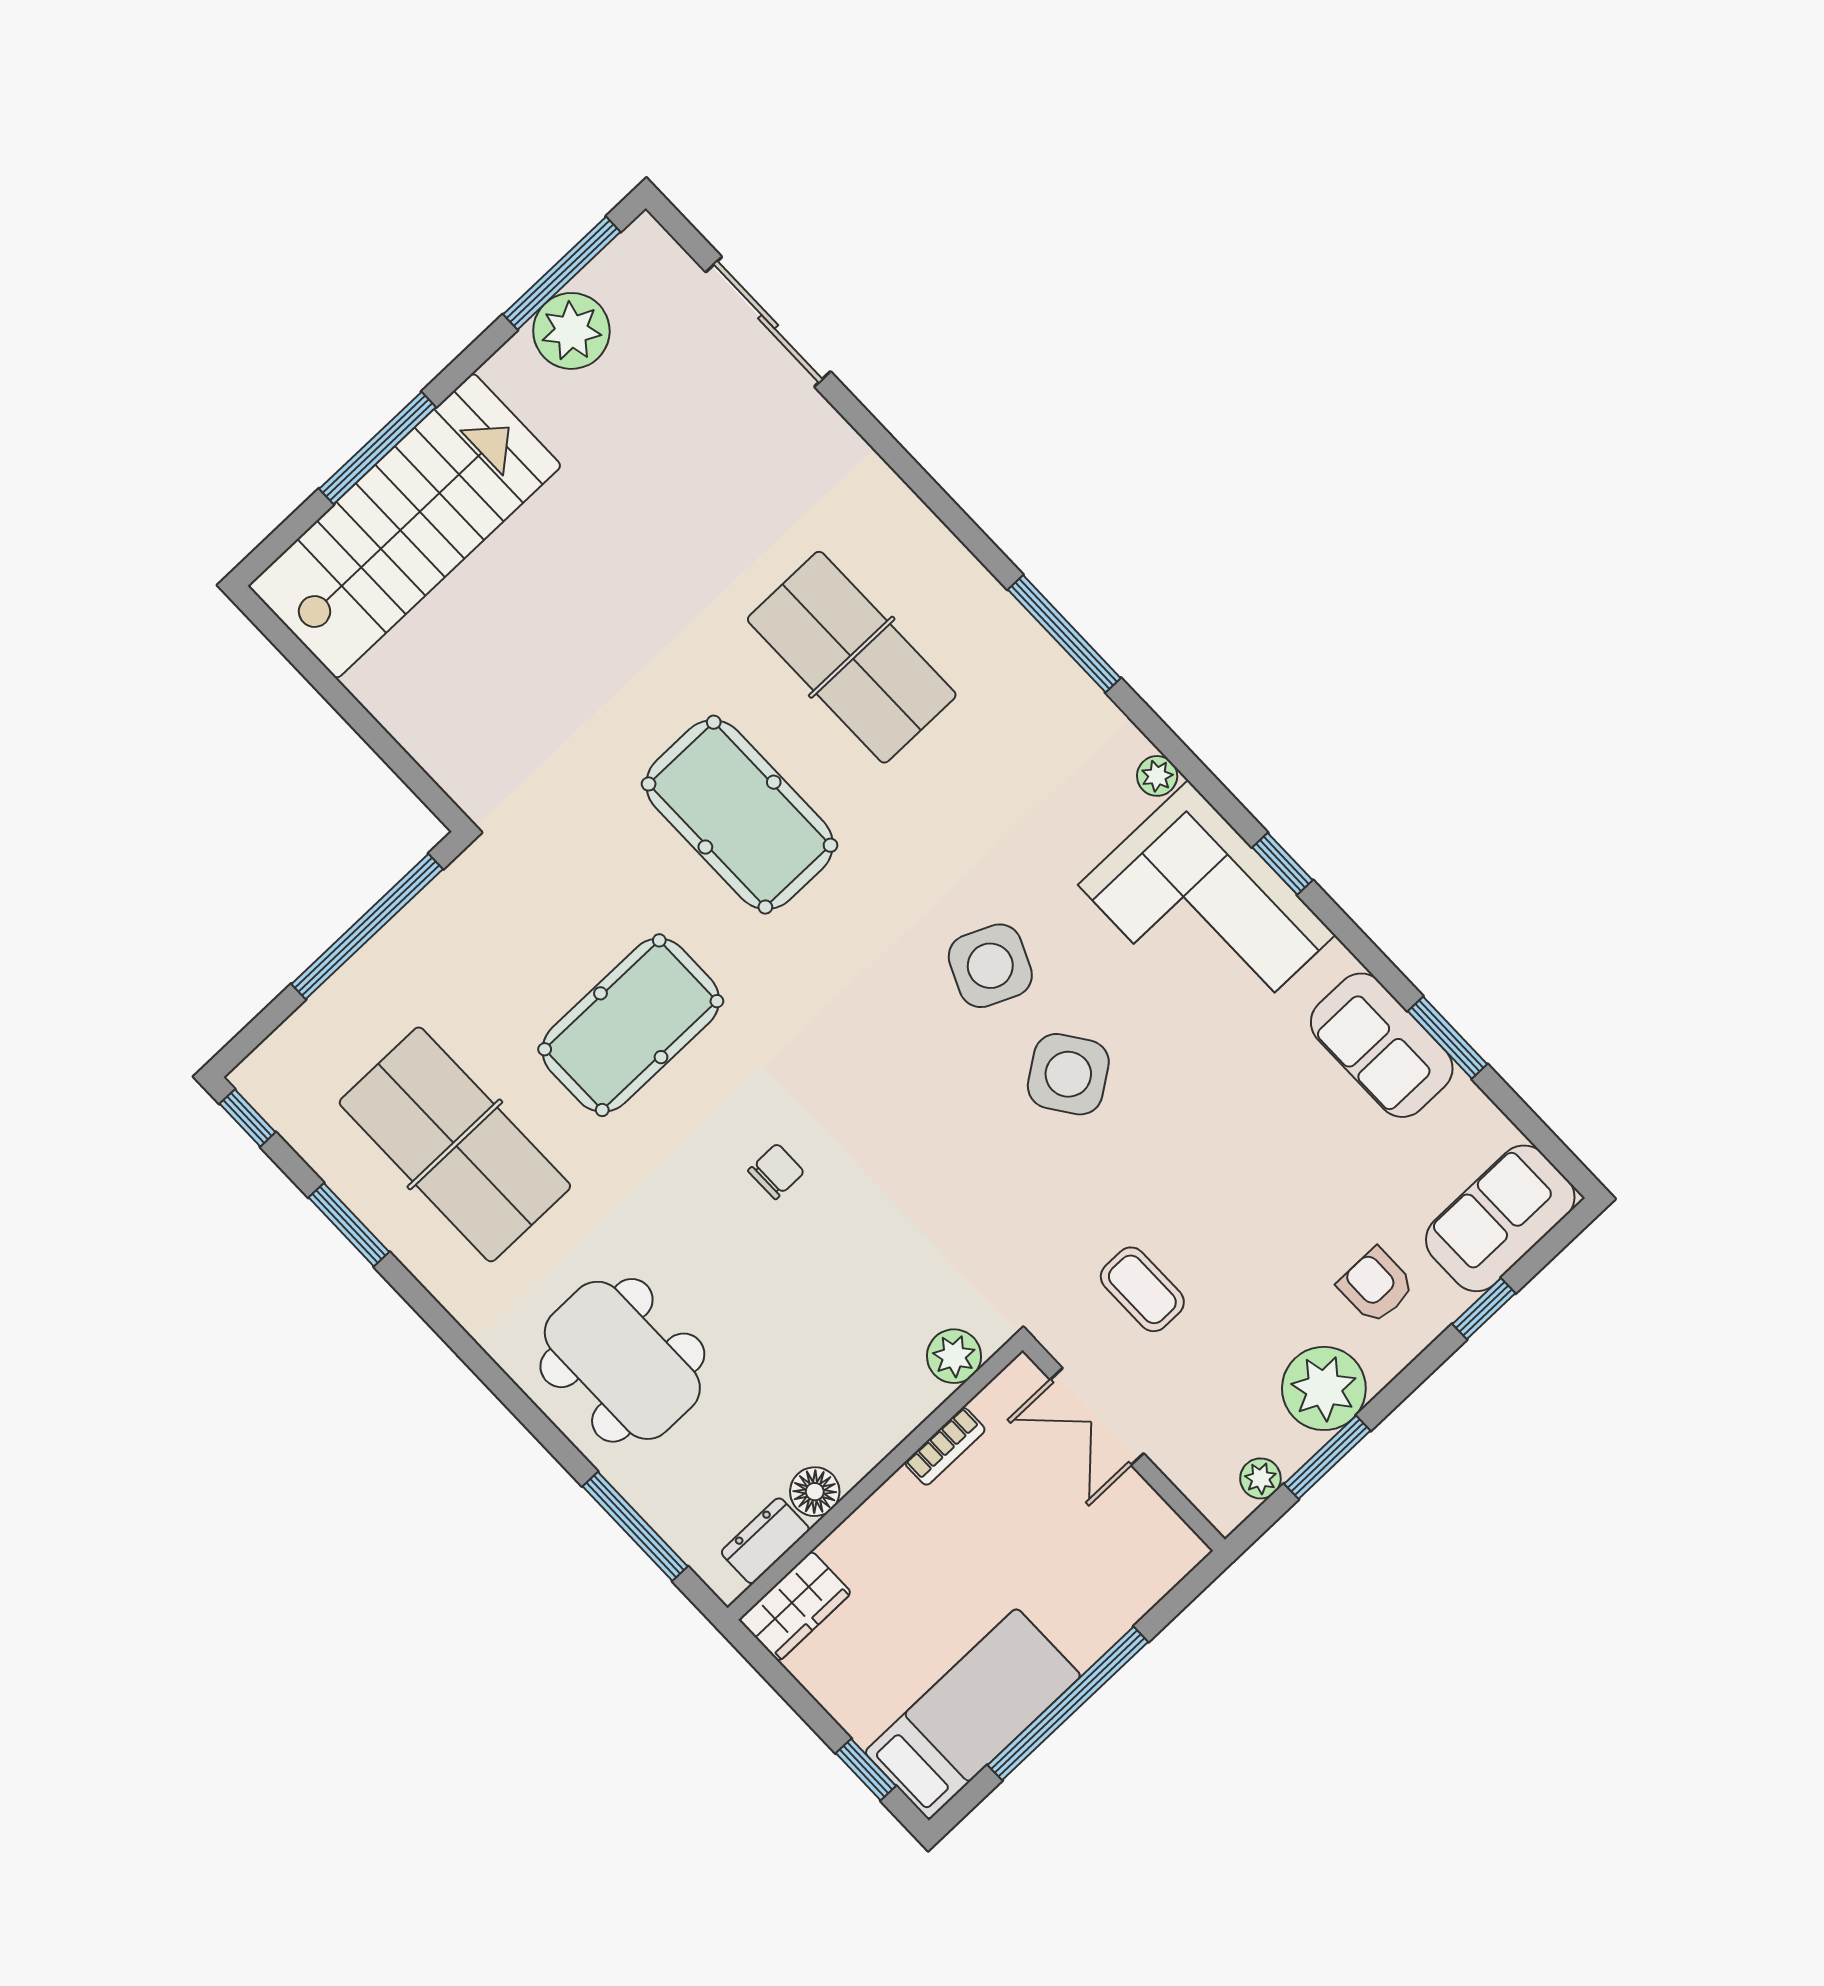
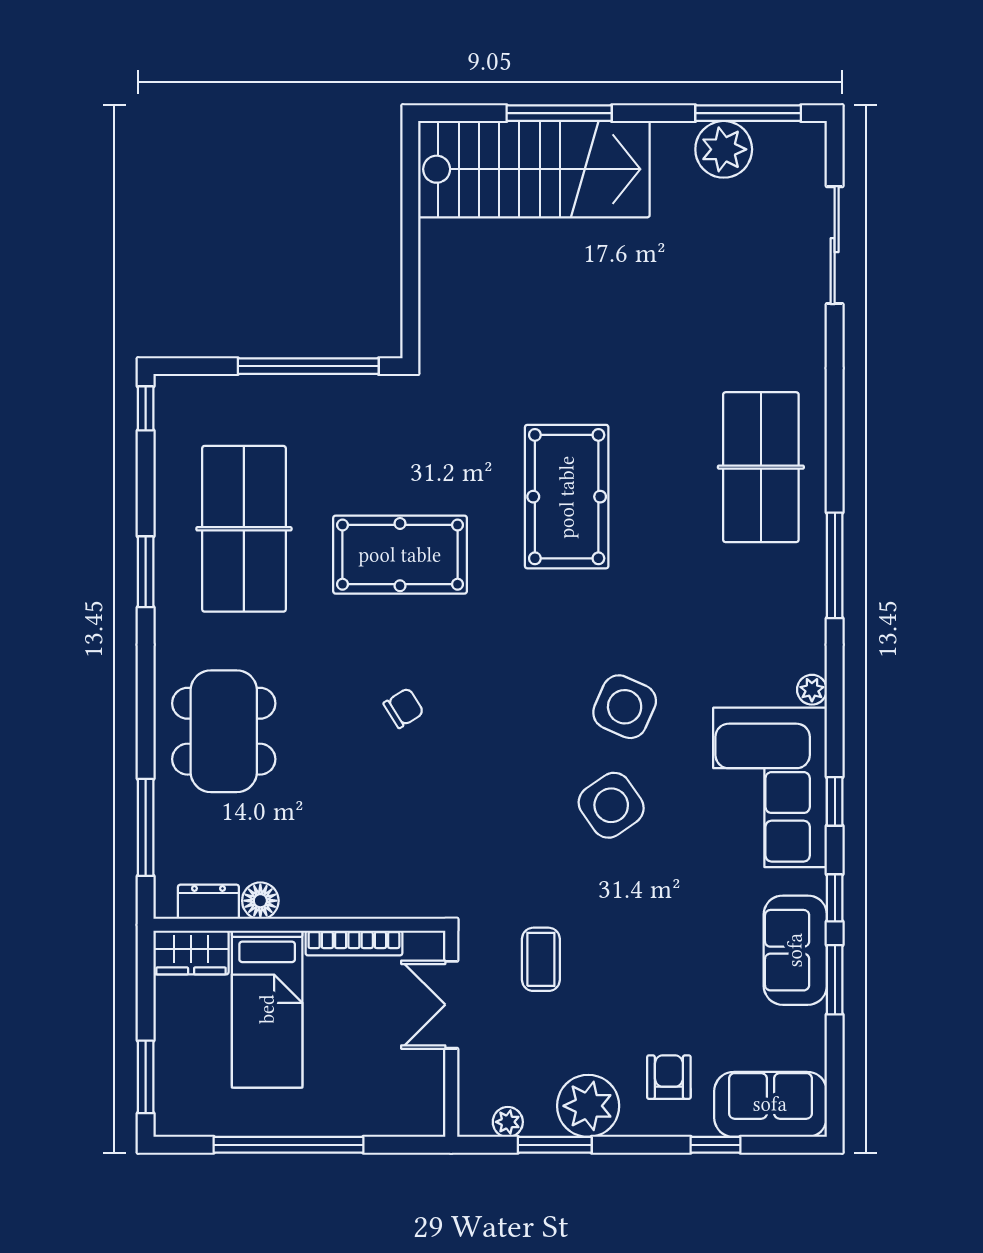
table tennis table: (852, 657) -> (761, 467), moved
window: (1372, 958) -> (835, 898), added
chair: (776, 1171) -> (404, 708), turned -32
window: (349, 1225) -> (146, 572), moved
plant: (954, 1356) -> (405, 899), removed
bookcase: (945, 1446) -> (354, 943), width x1.56
bed: (973, 1714) -> (267, 1009), moved, turned 90
window: (866, 1770) -> (146, 1077), width x1.50

